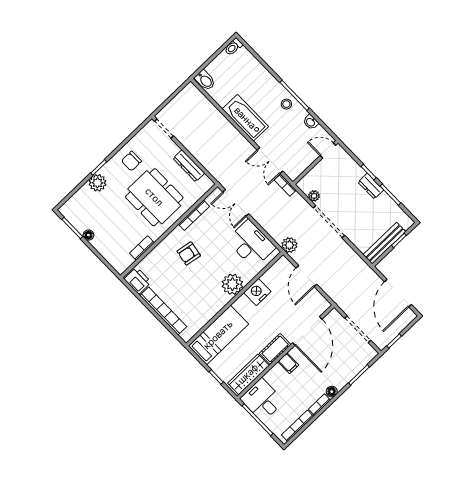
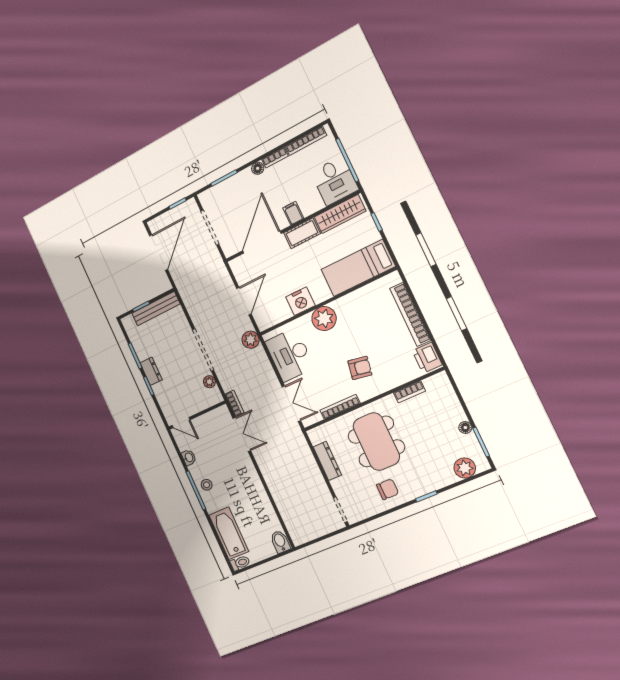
bathtub: (245, 118) -> (229, 533), moved, turned 180
plant: (98, 183) -> (465, 468), moved

